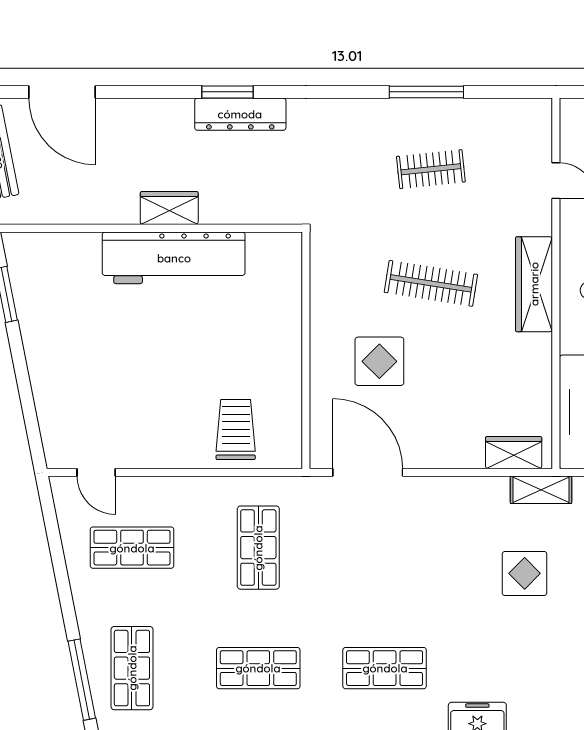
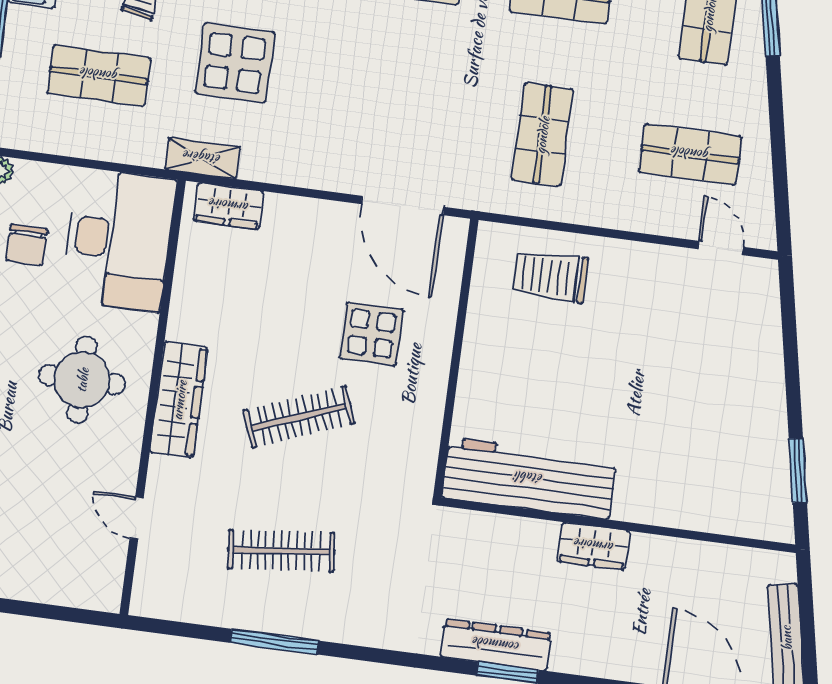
clothes rail: (431, 169) -> (281, 551), width x1.36
workbench: (174, 258) -> (529, 478), moved
clothes rail: (431, 283) -> (299, 417), turned -30
trolley: (236, 430) -> (550, 276), turned 90
display table: (525, 573) -> (235, 63), width x1.36, depth x1.36

